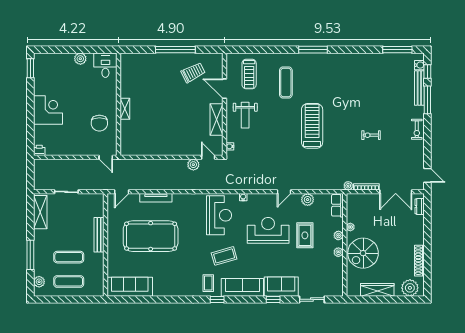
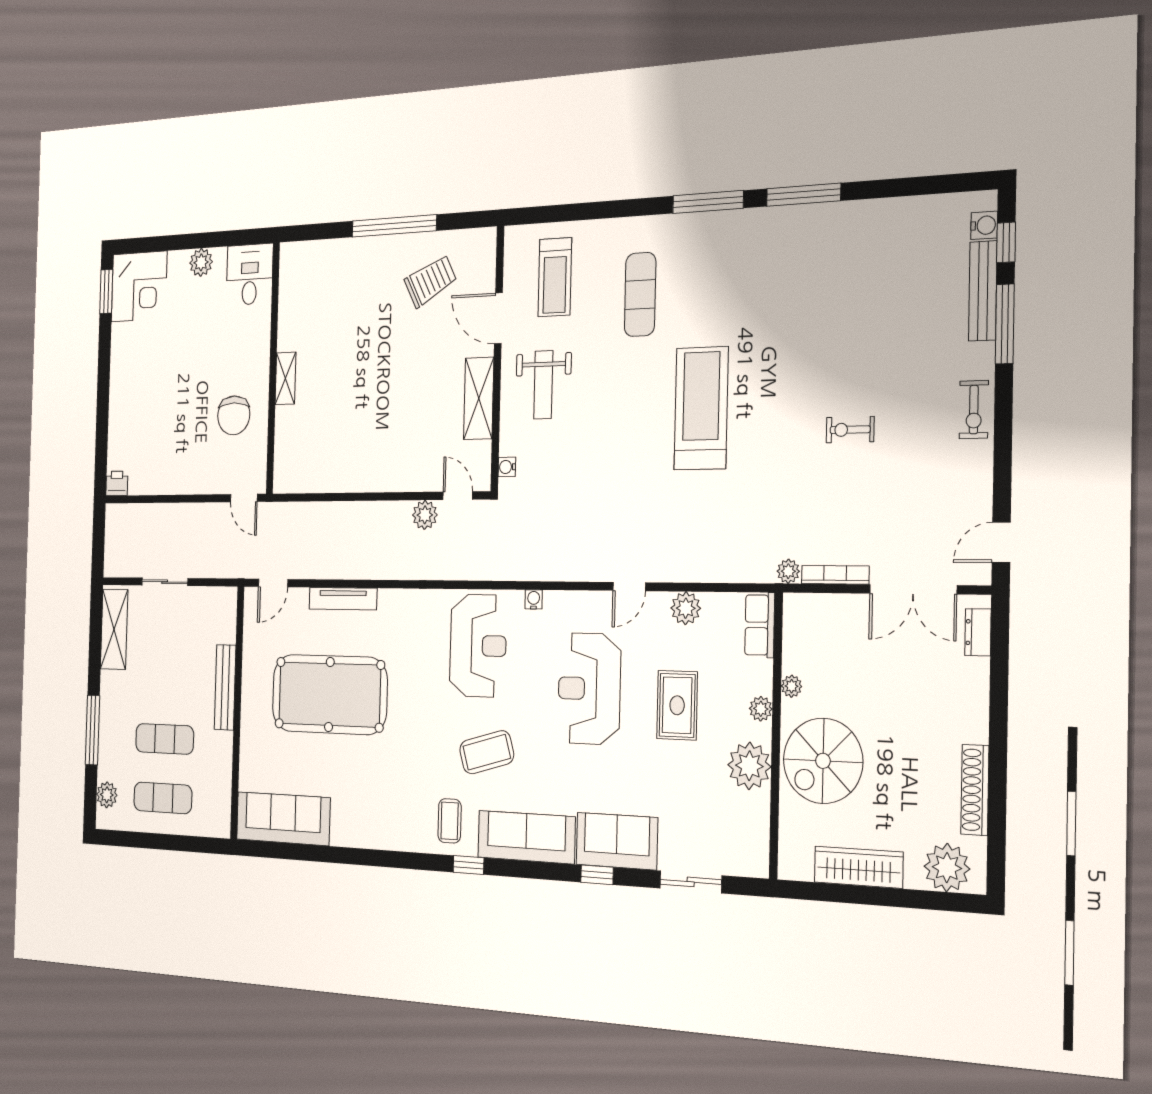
window: (397, 50) -> (804, 195), moved
corner desk: (48, 110) -> (139, 287), moved, turned 90
door: (427, 175) -> (1001, 542), swing flipped
reception desk: (268, 230) -> (589, 689), turned -90
plant: (338, 252) -> (749, 766), width x1.88, depth x1.88

